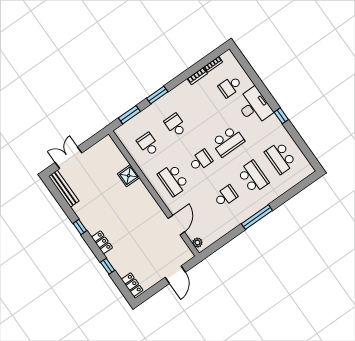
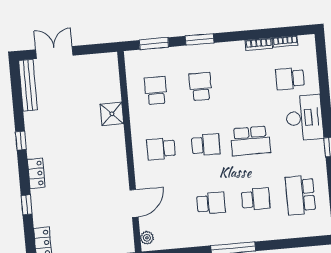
school desk: (253, 177) -> (256, 199), width x0.54
school desk: (173, 180) -> (161, 149), width x0.54

